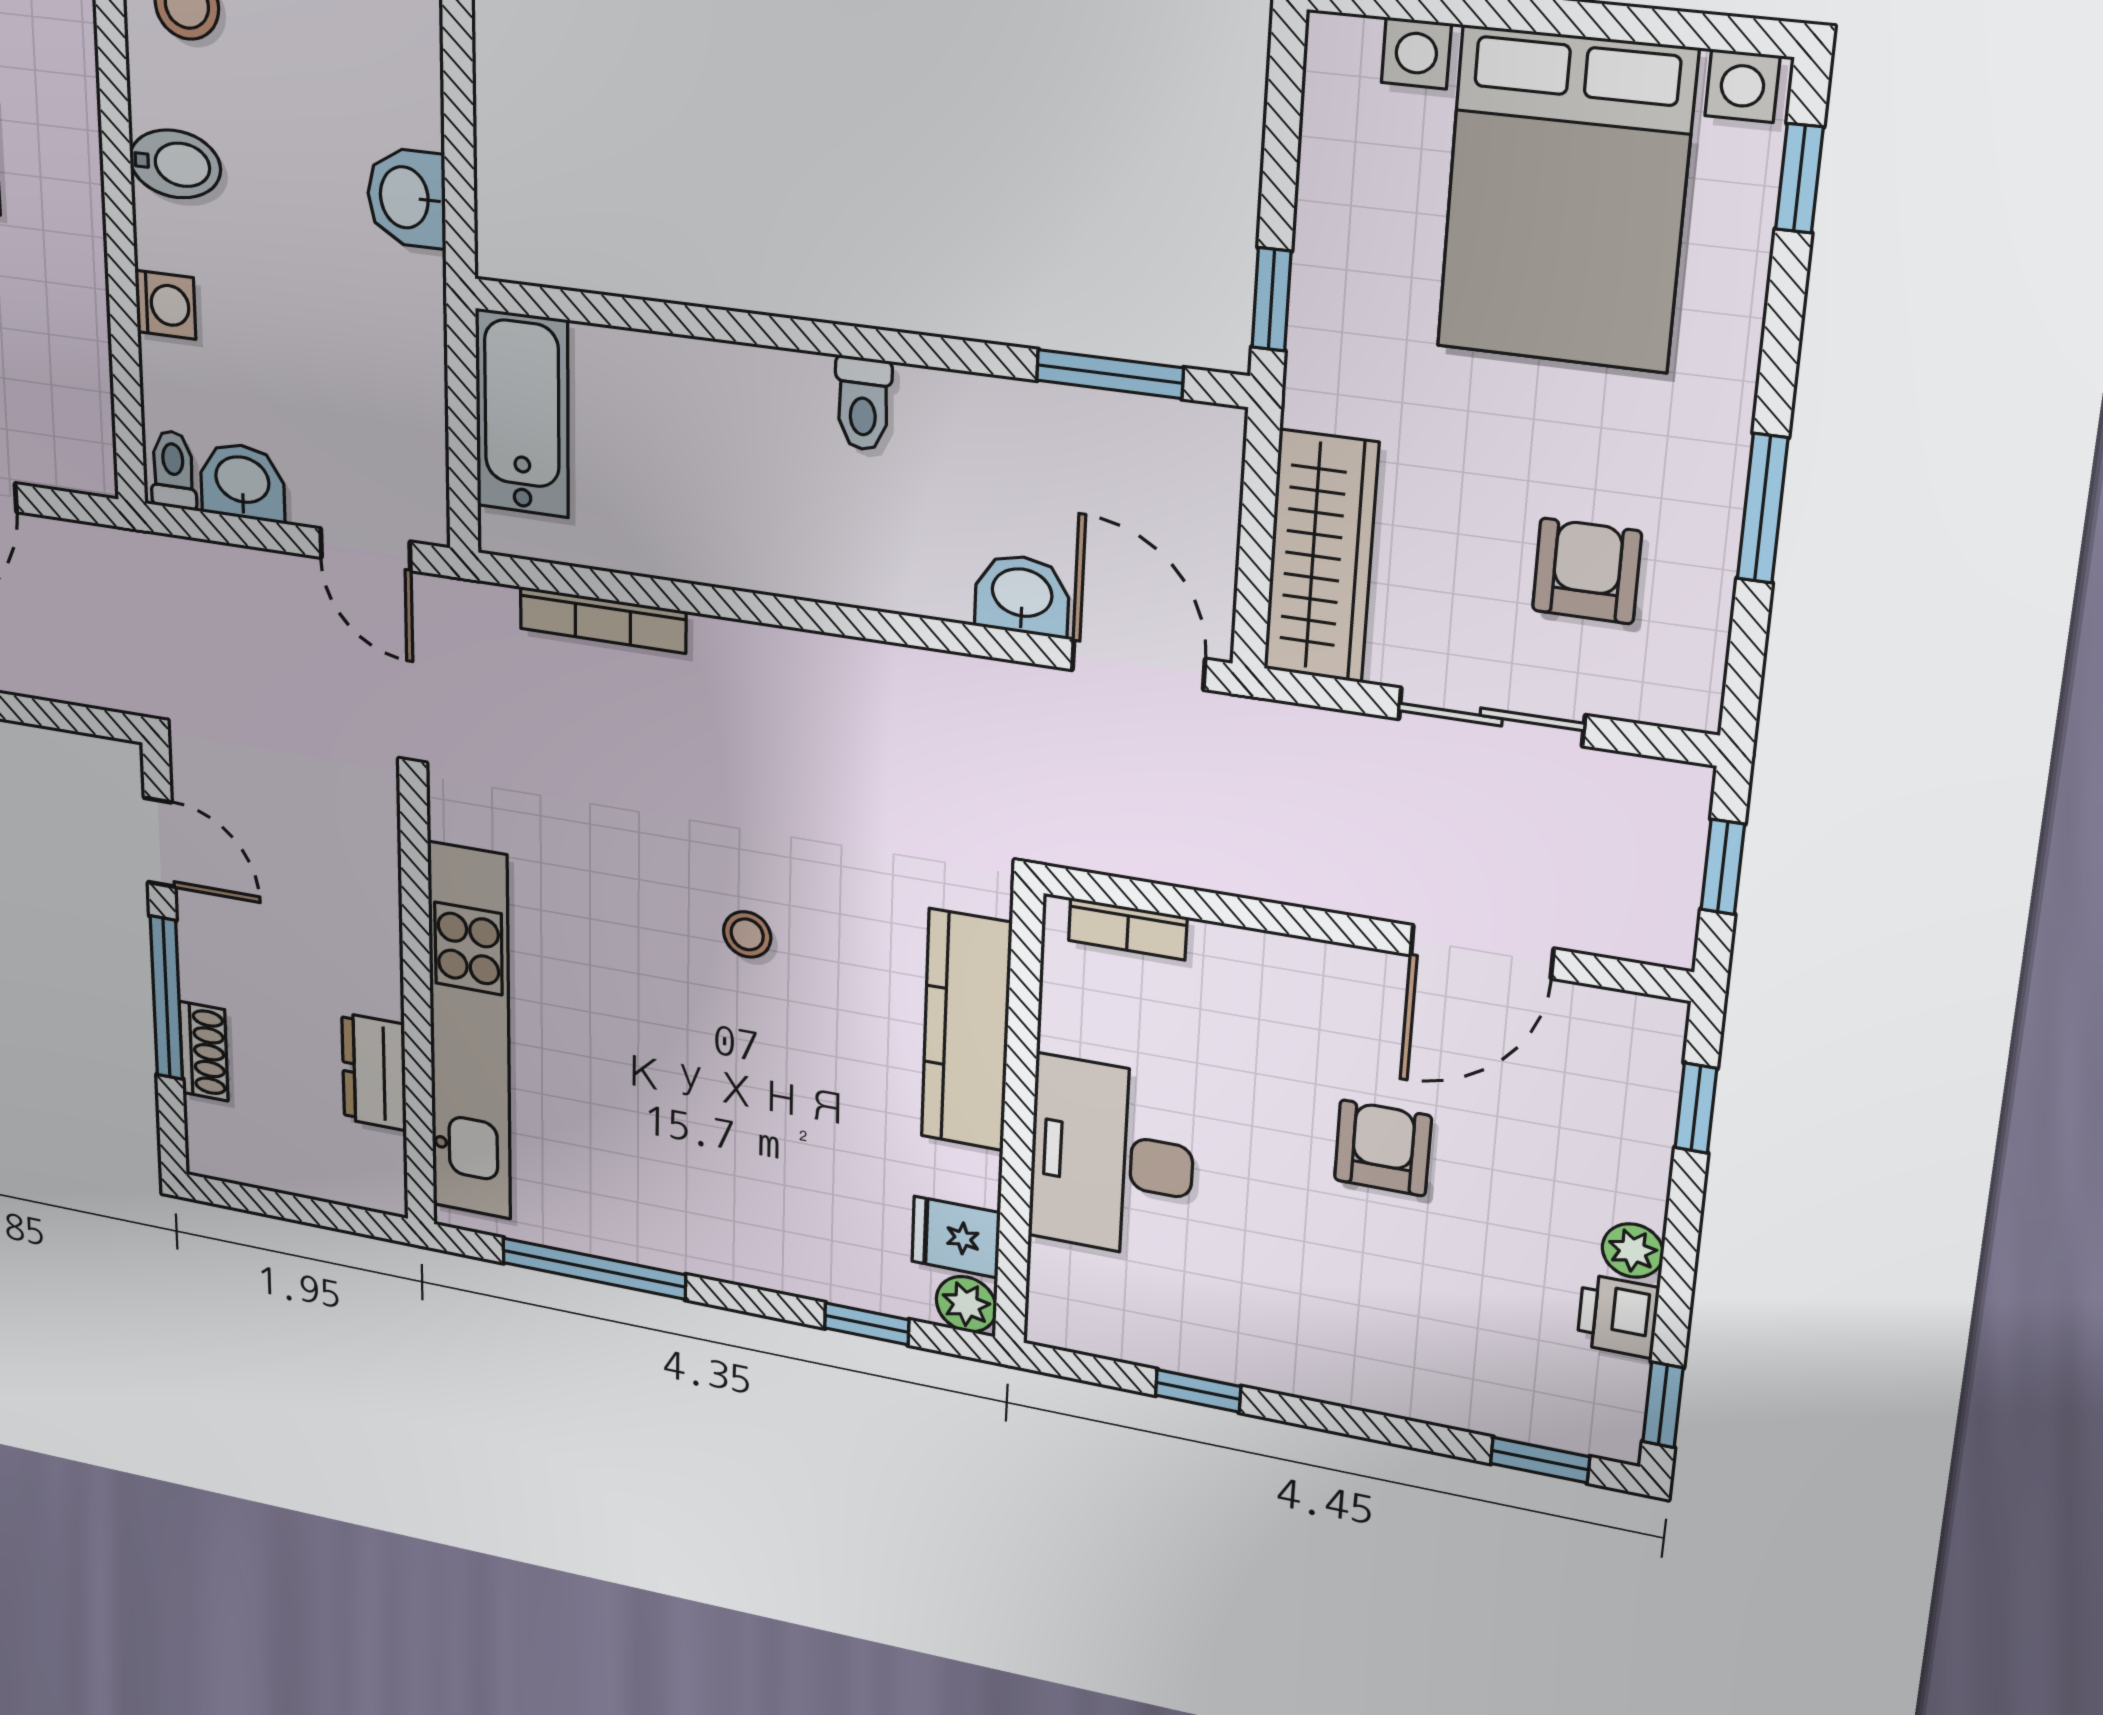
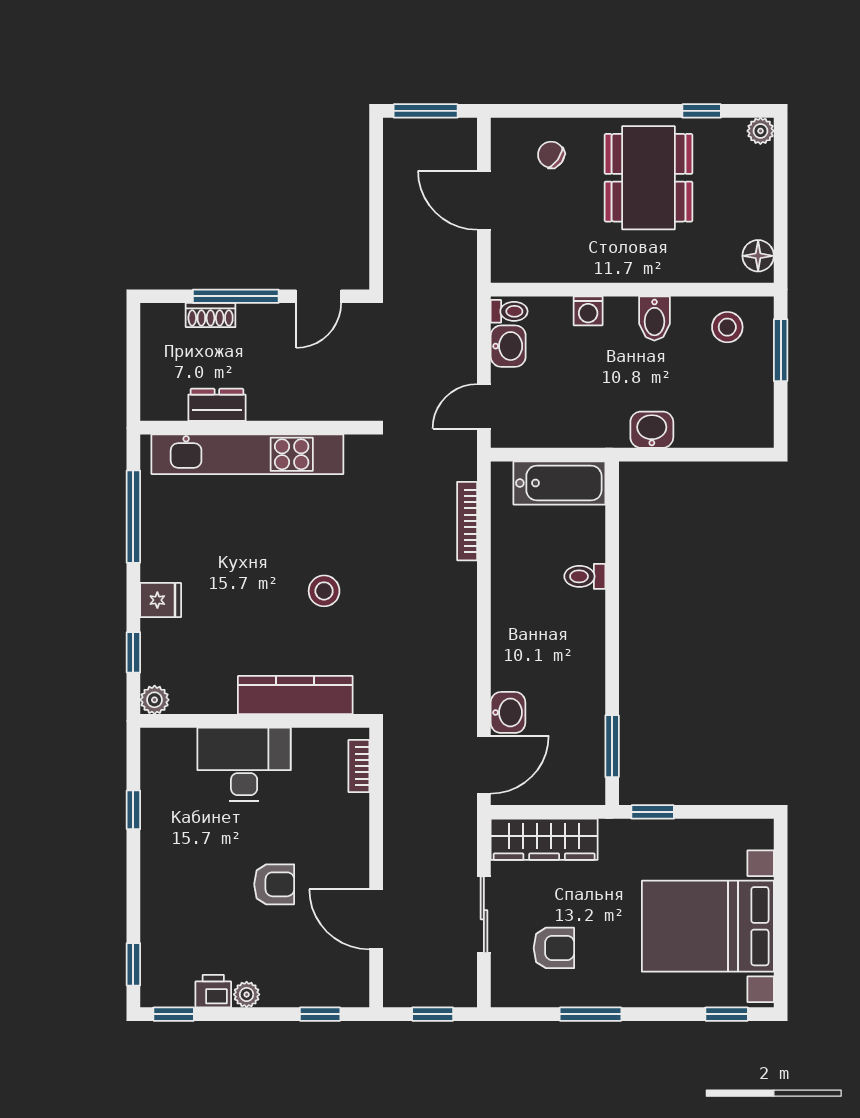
toilet: (863, 404) -> (585, 576), moved
stool: (747, 934) -> (324, 591), width x1.37, depth x1.37
fridge: (956, 1237) -> (161, 600), moved, turned 90

